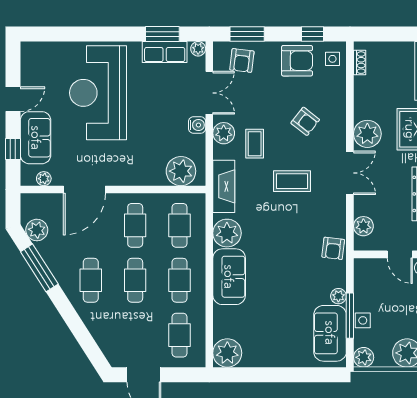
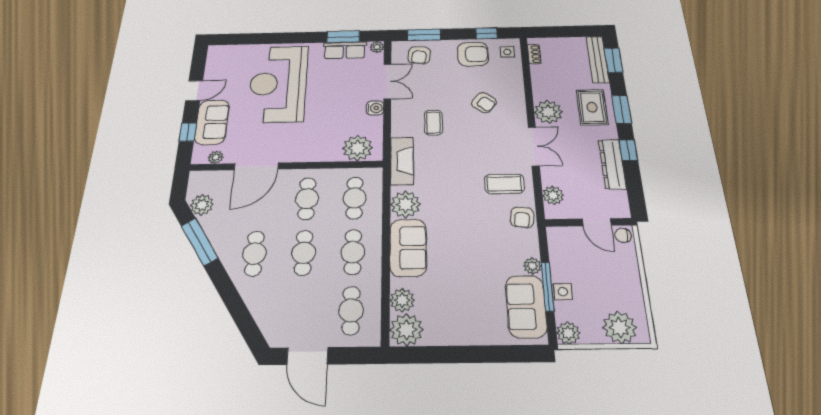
plant: (224, 133) -> (402, 300), moved
coffee table: (292, 181) -> (504, 184), moved

